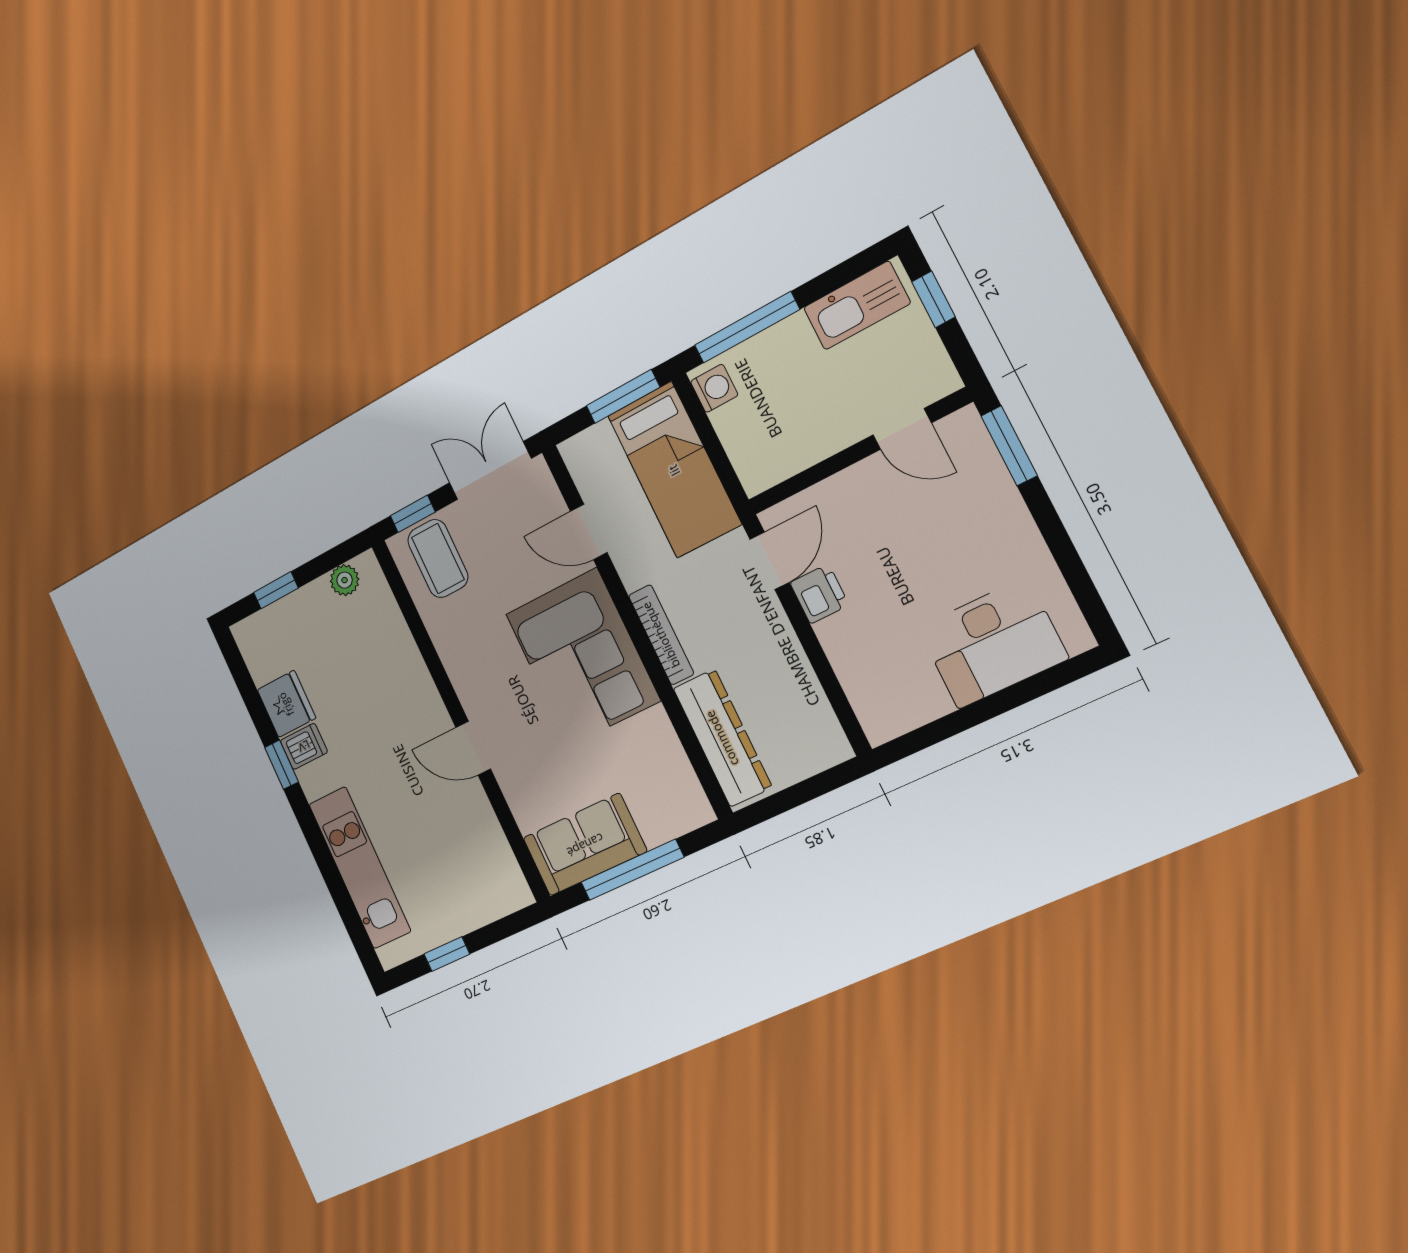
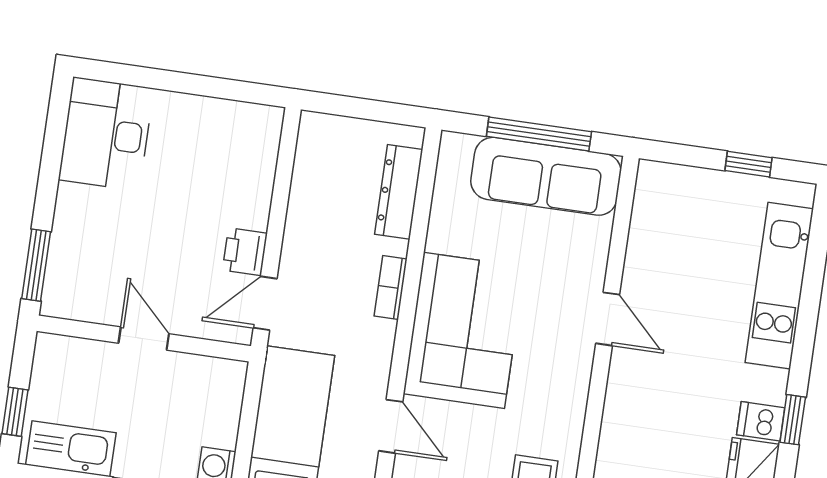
door: (902, 429) -> (144, 339), moved
bookcase: (661, 635) -> (391, 287), width x0.64
desk: (993, 643) -> (106, 134), moved, turned -90
dresser: (722, 738) -> (399, 192), width x0.73, depth x0.80
sofa: (585, 845) -> (546, 176), width x1.36

